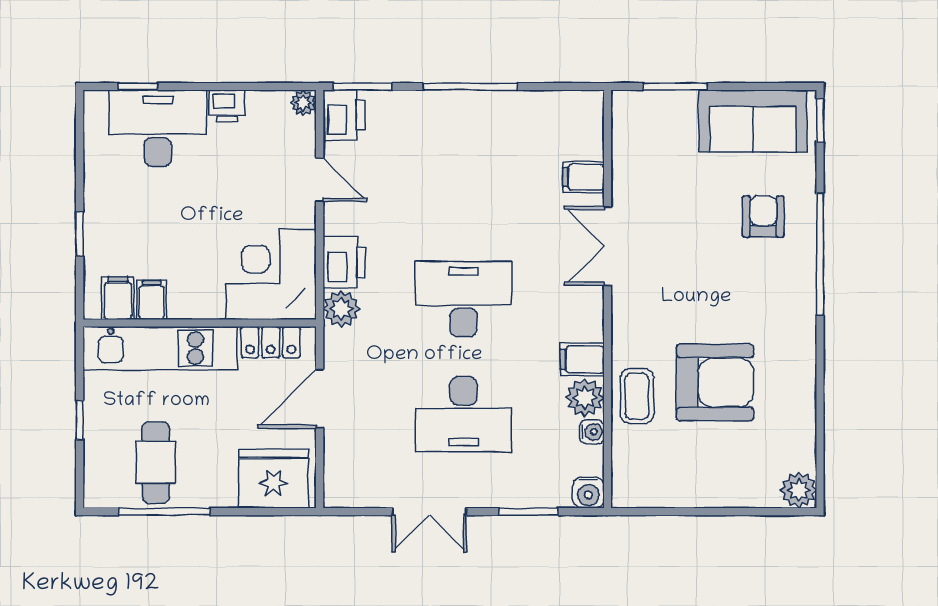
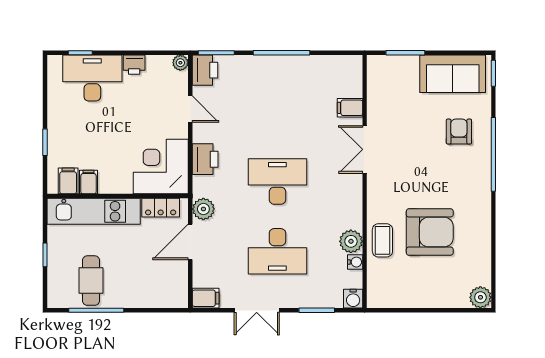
plant: (341, 309) -> (203, 209), moved
filing cabinet: (582, 359) -> (206, 298), moved, turned 180
fridge: (274, 479) -> (162, 290), removed

